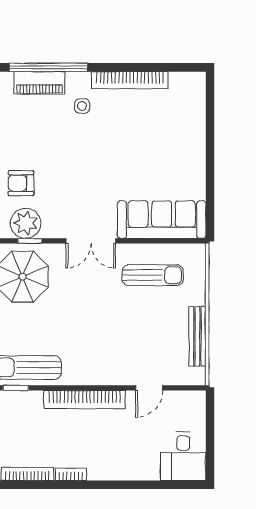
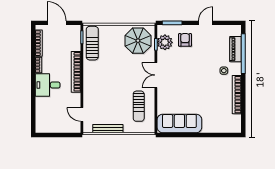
sofa: (162, 220) -> (179, 123), moved, turned -90
door: (149, 388) -> (82, 114), moved
desk: (183, 456) -> (48, 85), moved

